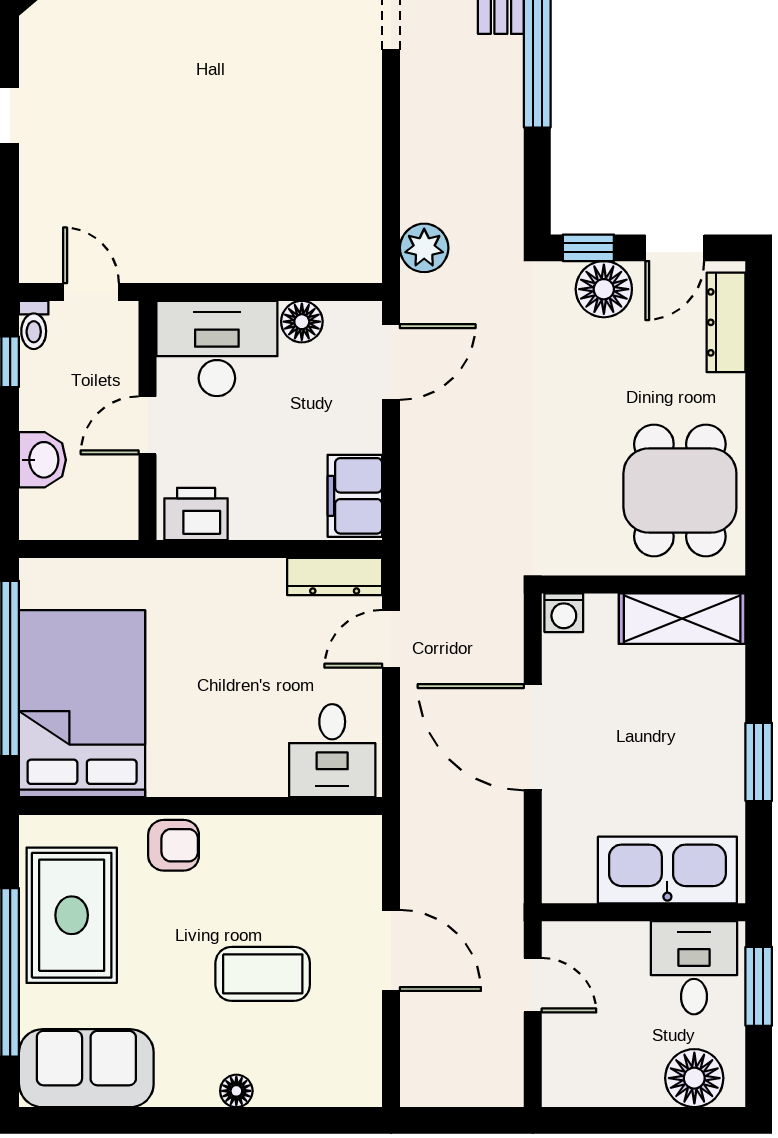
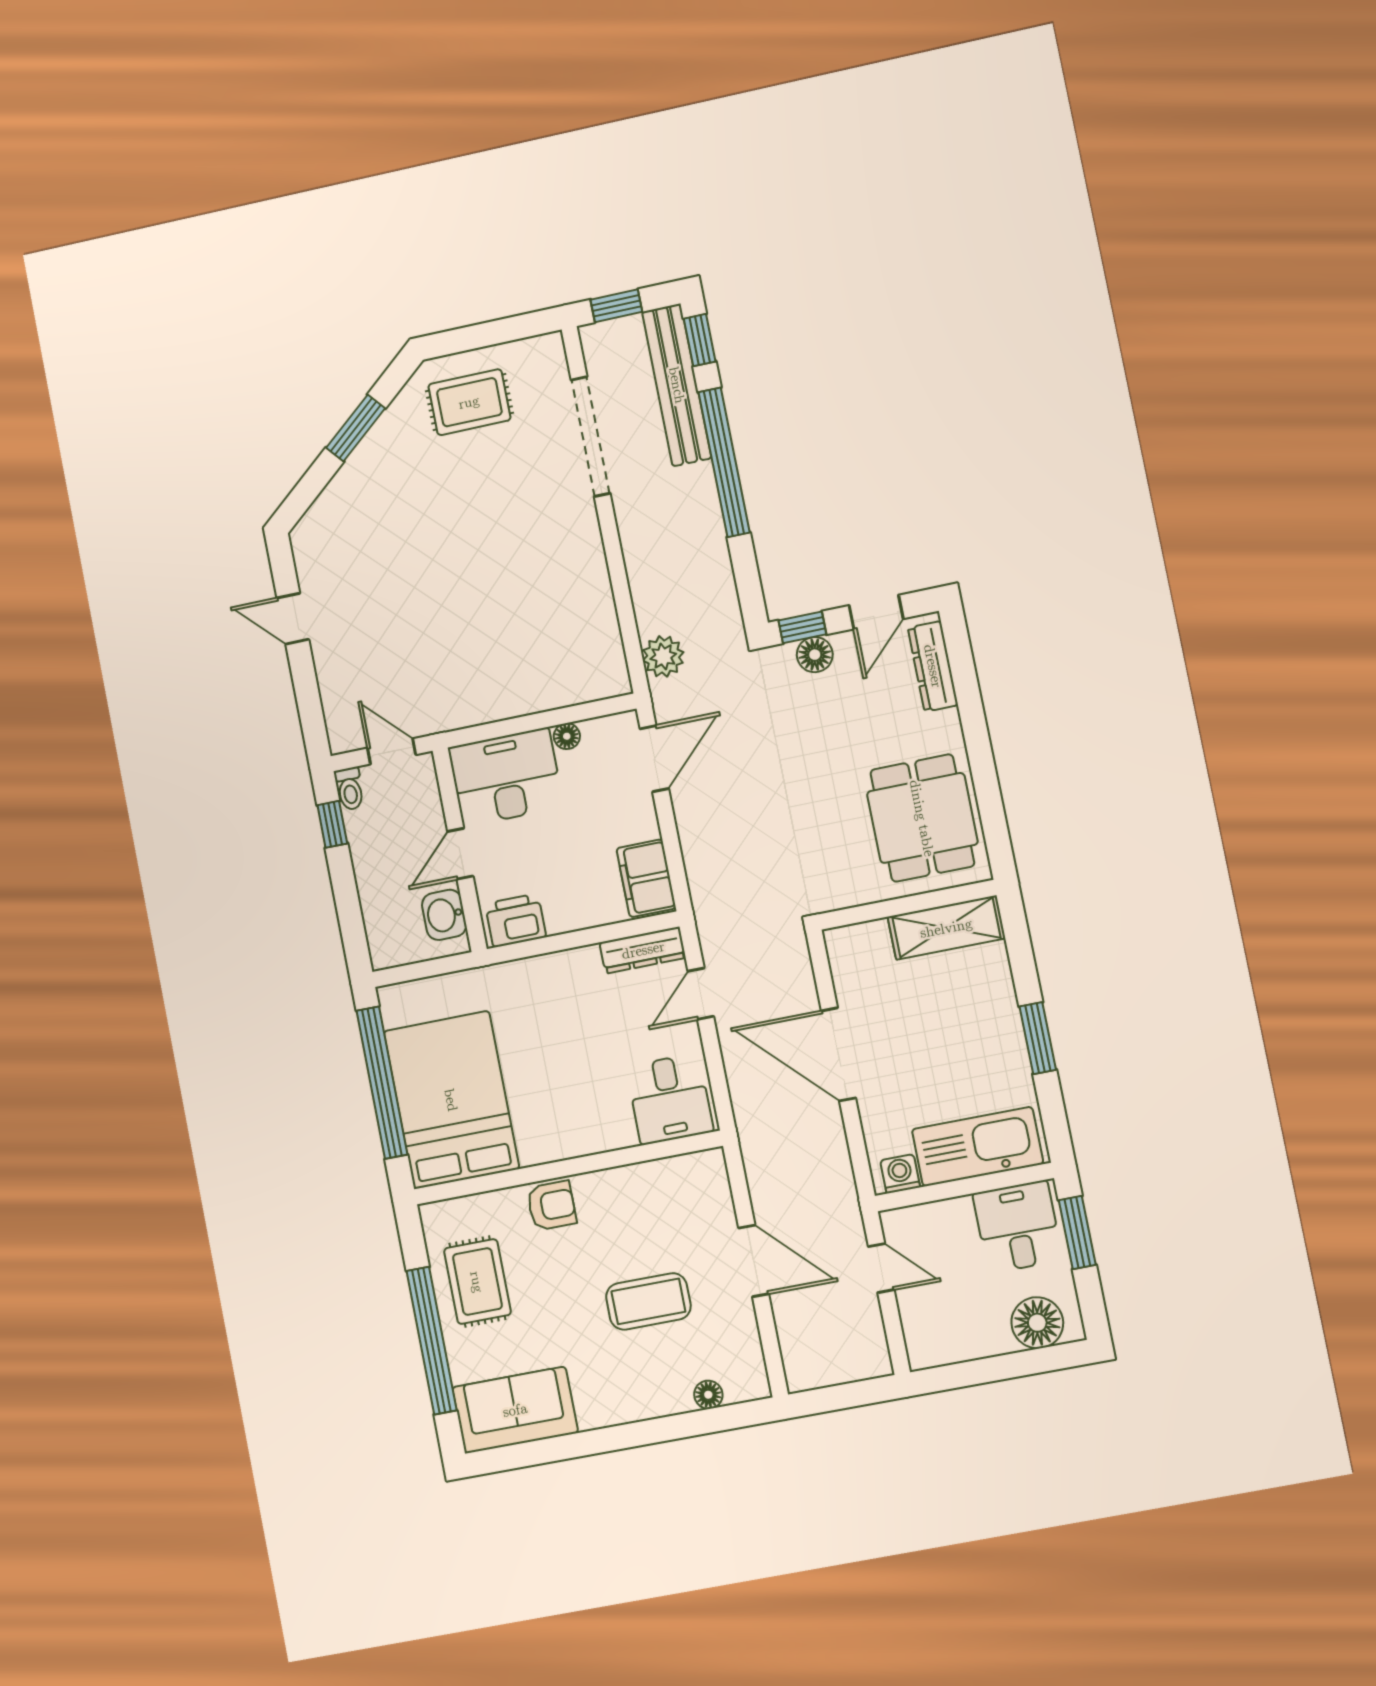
floor lamp: (604, 289) -> (815, 655), width x0.73, depth x0.73
floor lamp: (302, 322) -> (567, 736), width x0.73, depth x0.73
washbasin: (42, 460) -> (444, 915), moved, turned 180
washing machine: (564, 613) -> (900, 1174), moved, turned 180
rug: (72, 915) -> (477, 1282), width x0.73, depth x0.70
floor lamp: (236, 1091) -> (708, 1395), moved

